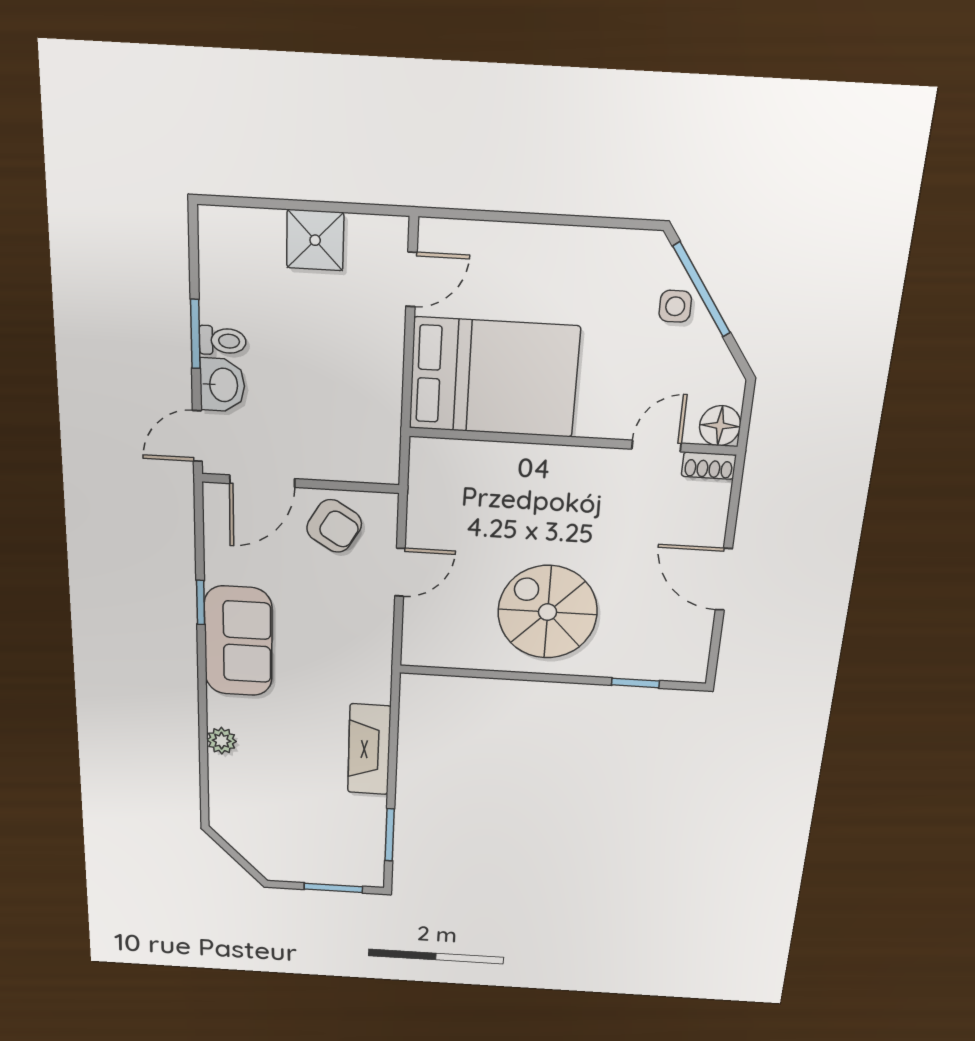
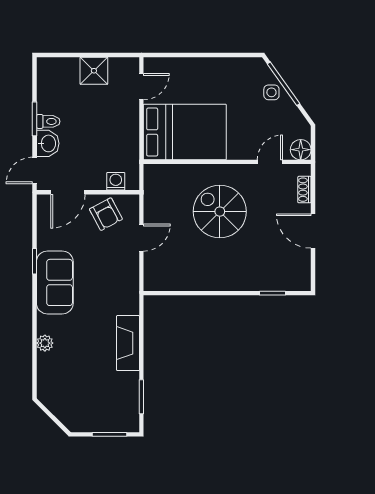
washing machine: (354, 466) -> (116, 181), added
shoe rack: (709, 466) -> (304, 190), moved, turned 90
armchair: (334, 526) -> (106, 214), turned 31
spiral stairs: (548, 612) -> (220, 212), moved

